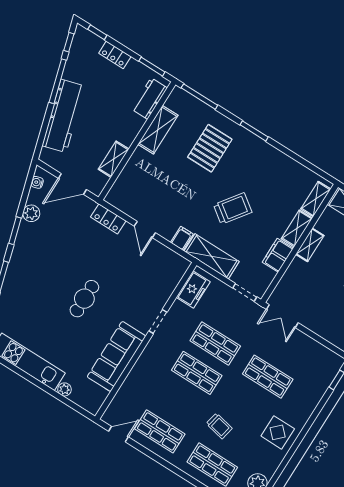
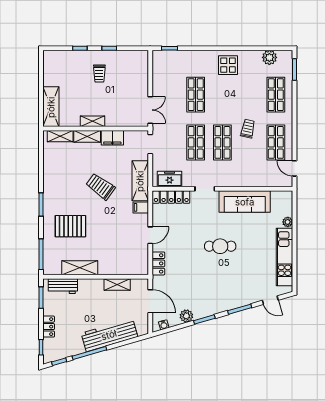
locker: (172, 279) -> (171, 197), added
trolley: (219, 426) -> (248, 129), moved

